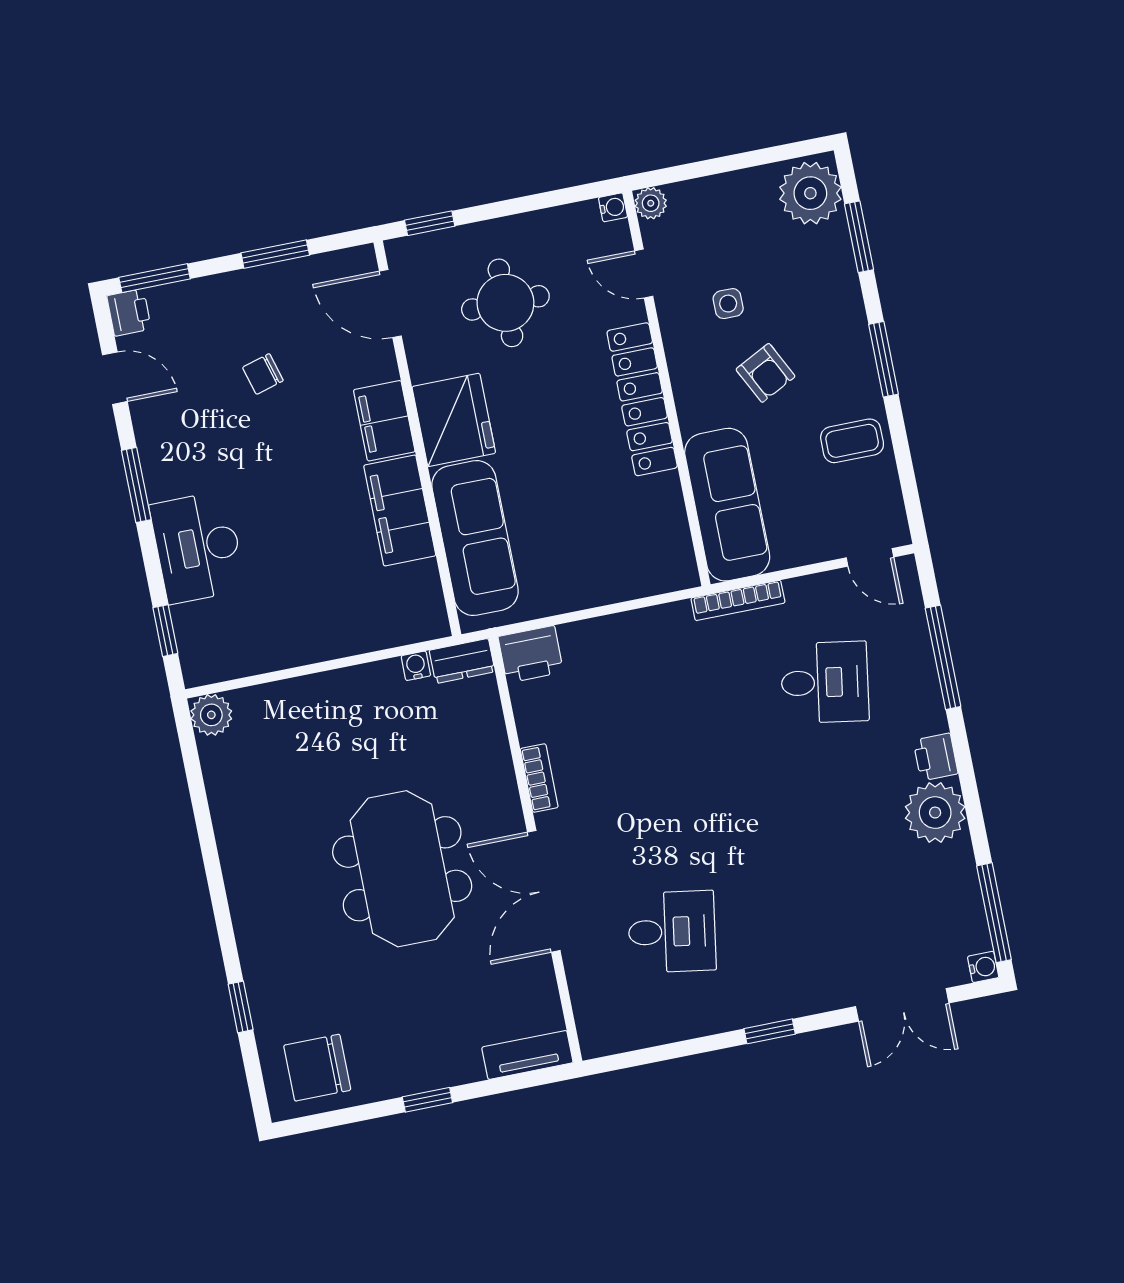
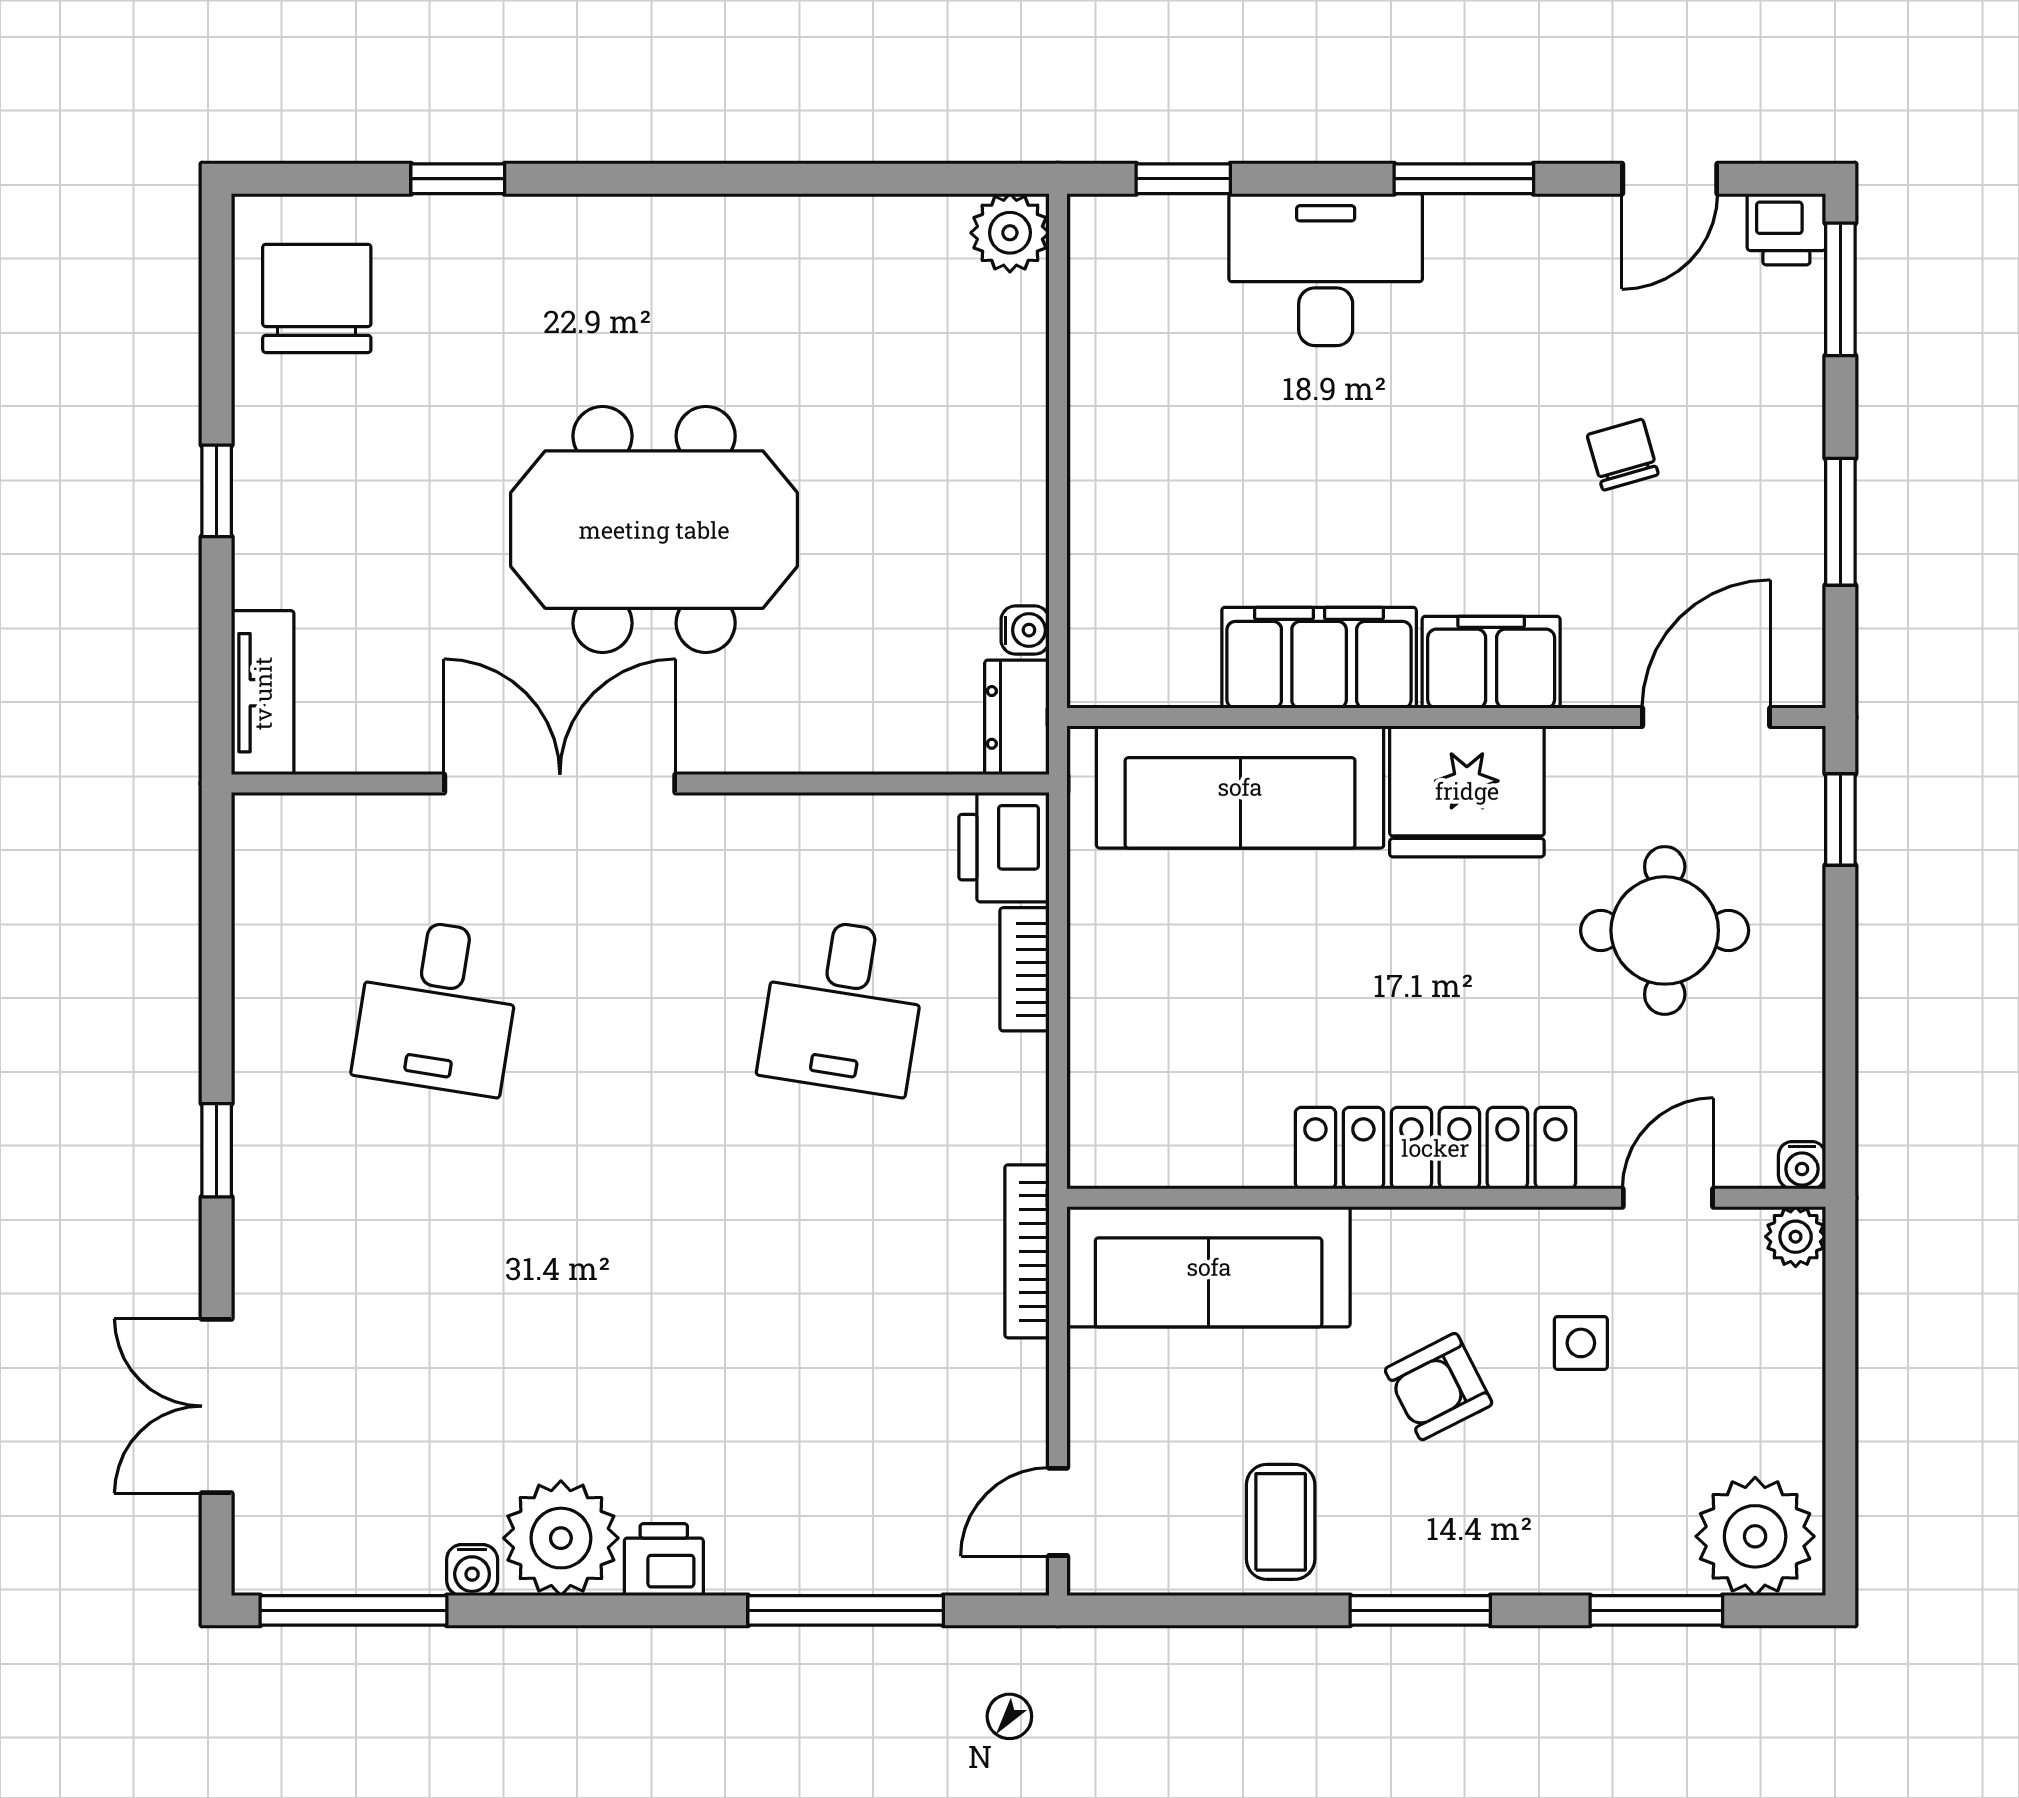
desk: (825, 682) -> (843, 1006), moved
bookcase: (539, 778) -> (1025, 969), moved, turned 90
water cooler: (983, 967) -> (472, 1570), moved

